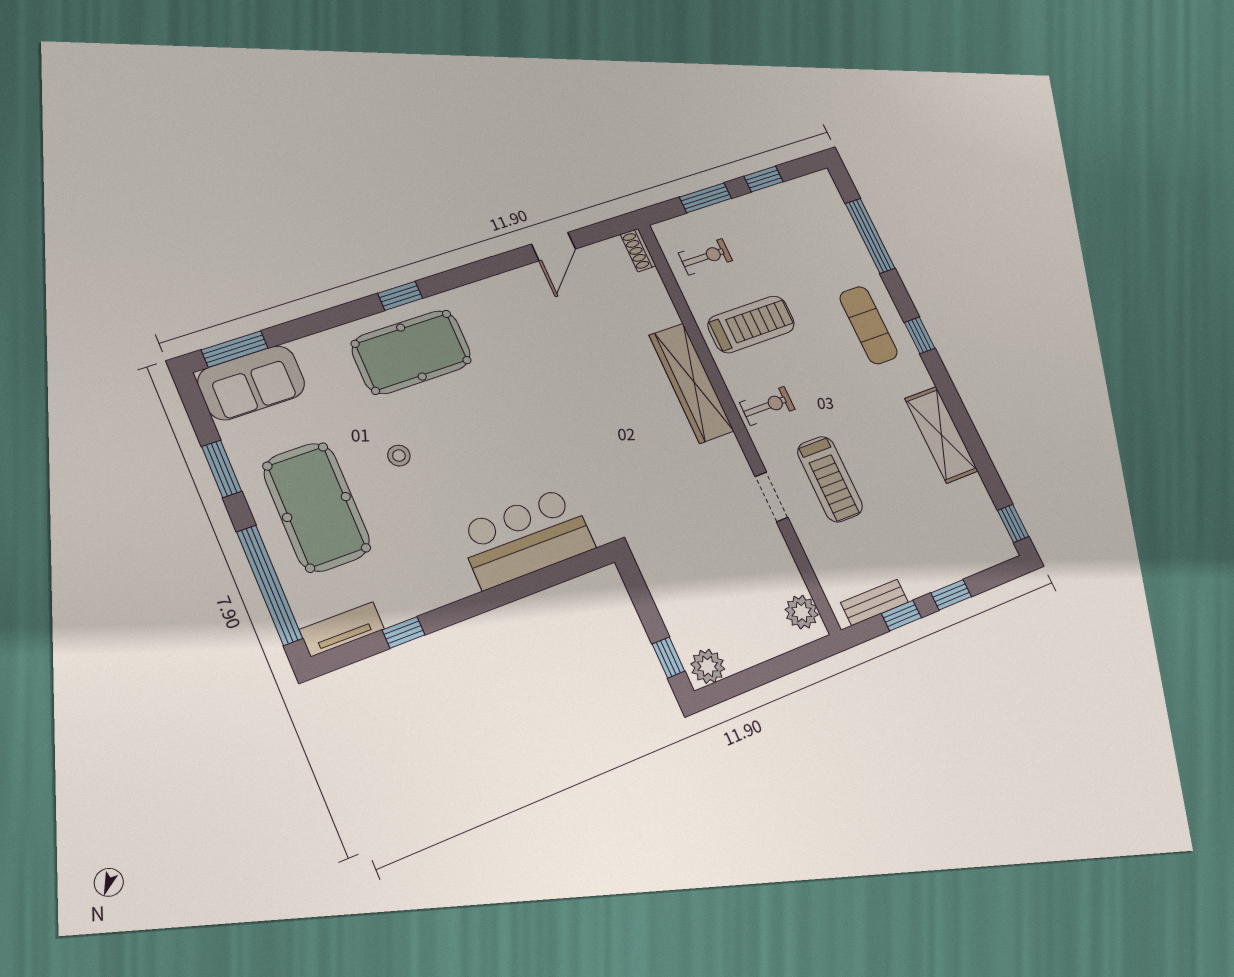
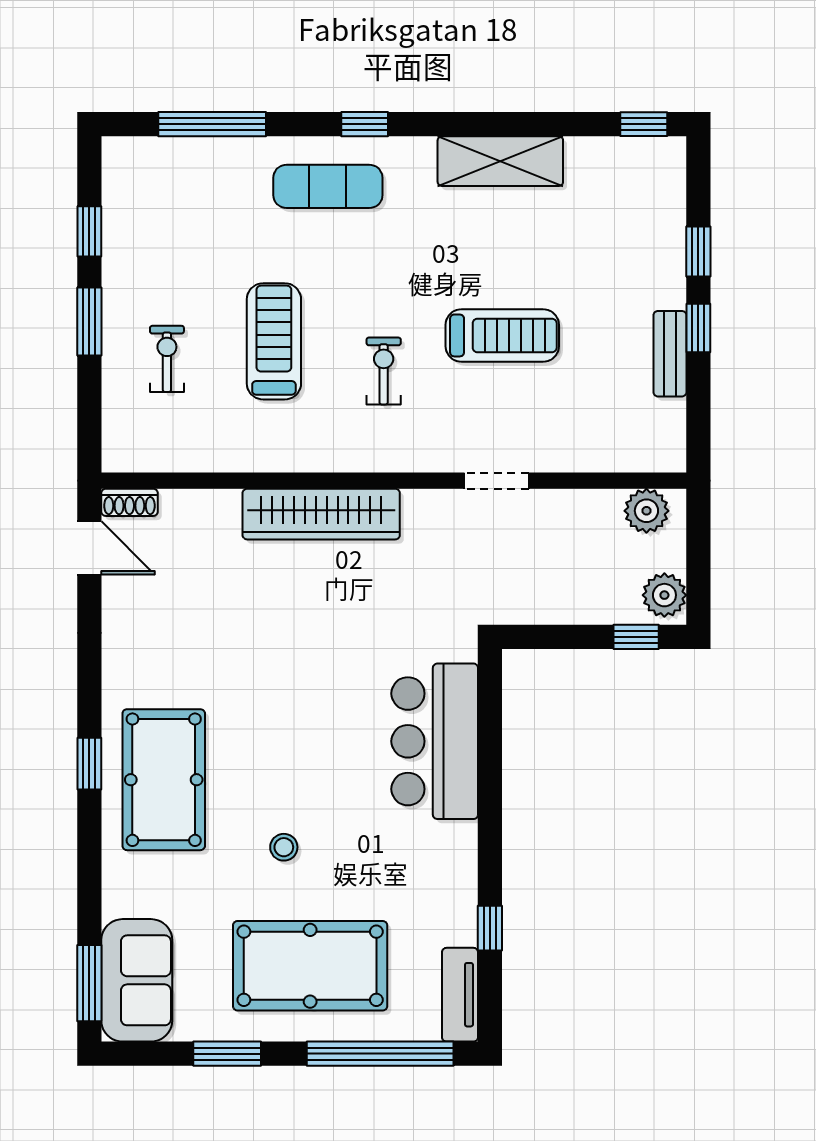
shoe rack: (638, 250) -> (129, 502), moved
wardrobe: (691, 383) -> (321, 514), moved
wall: (738, 425) -> (394, 481), moved
doorway: (771, 497) -> (497, 481), moved
plant: (802, 612) -> (646, 511), moved

